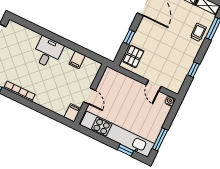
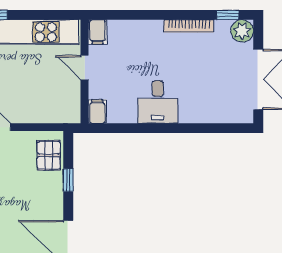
desk: (48, 52) -> (158, 102), moved
filing cabinet: (77, 60) -> (97, 111), moved

